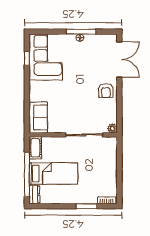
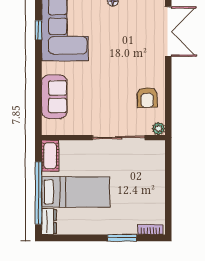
armchair: (106, 91) -> (147, 98), moved
sofa: (38, 118) -> (54, 97), moved

